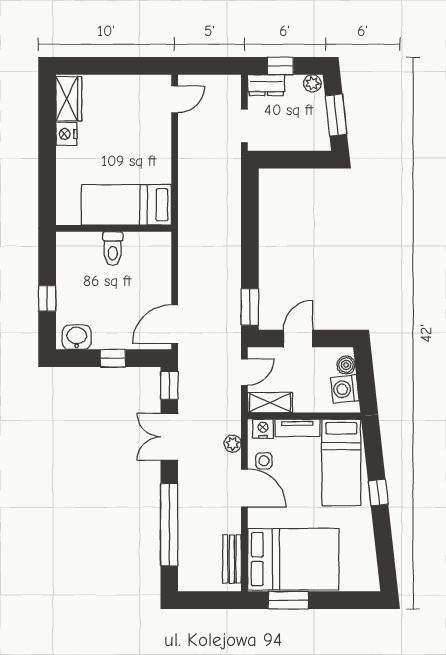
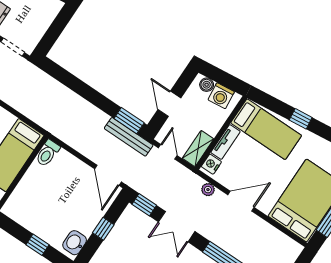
toilet: (113, 249) -> (48, 153), moved, turned 90
side table: (264, 461) -> (232, 177), removed
bench: (232, 559) -> (129, 137), moved, width x1.36

